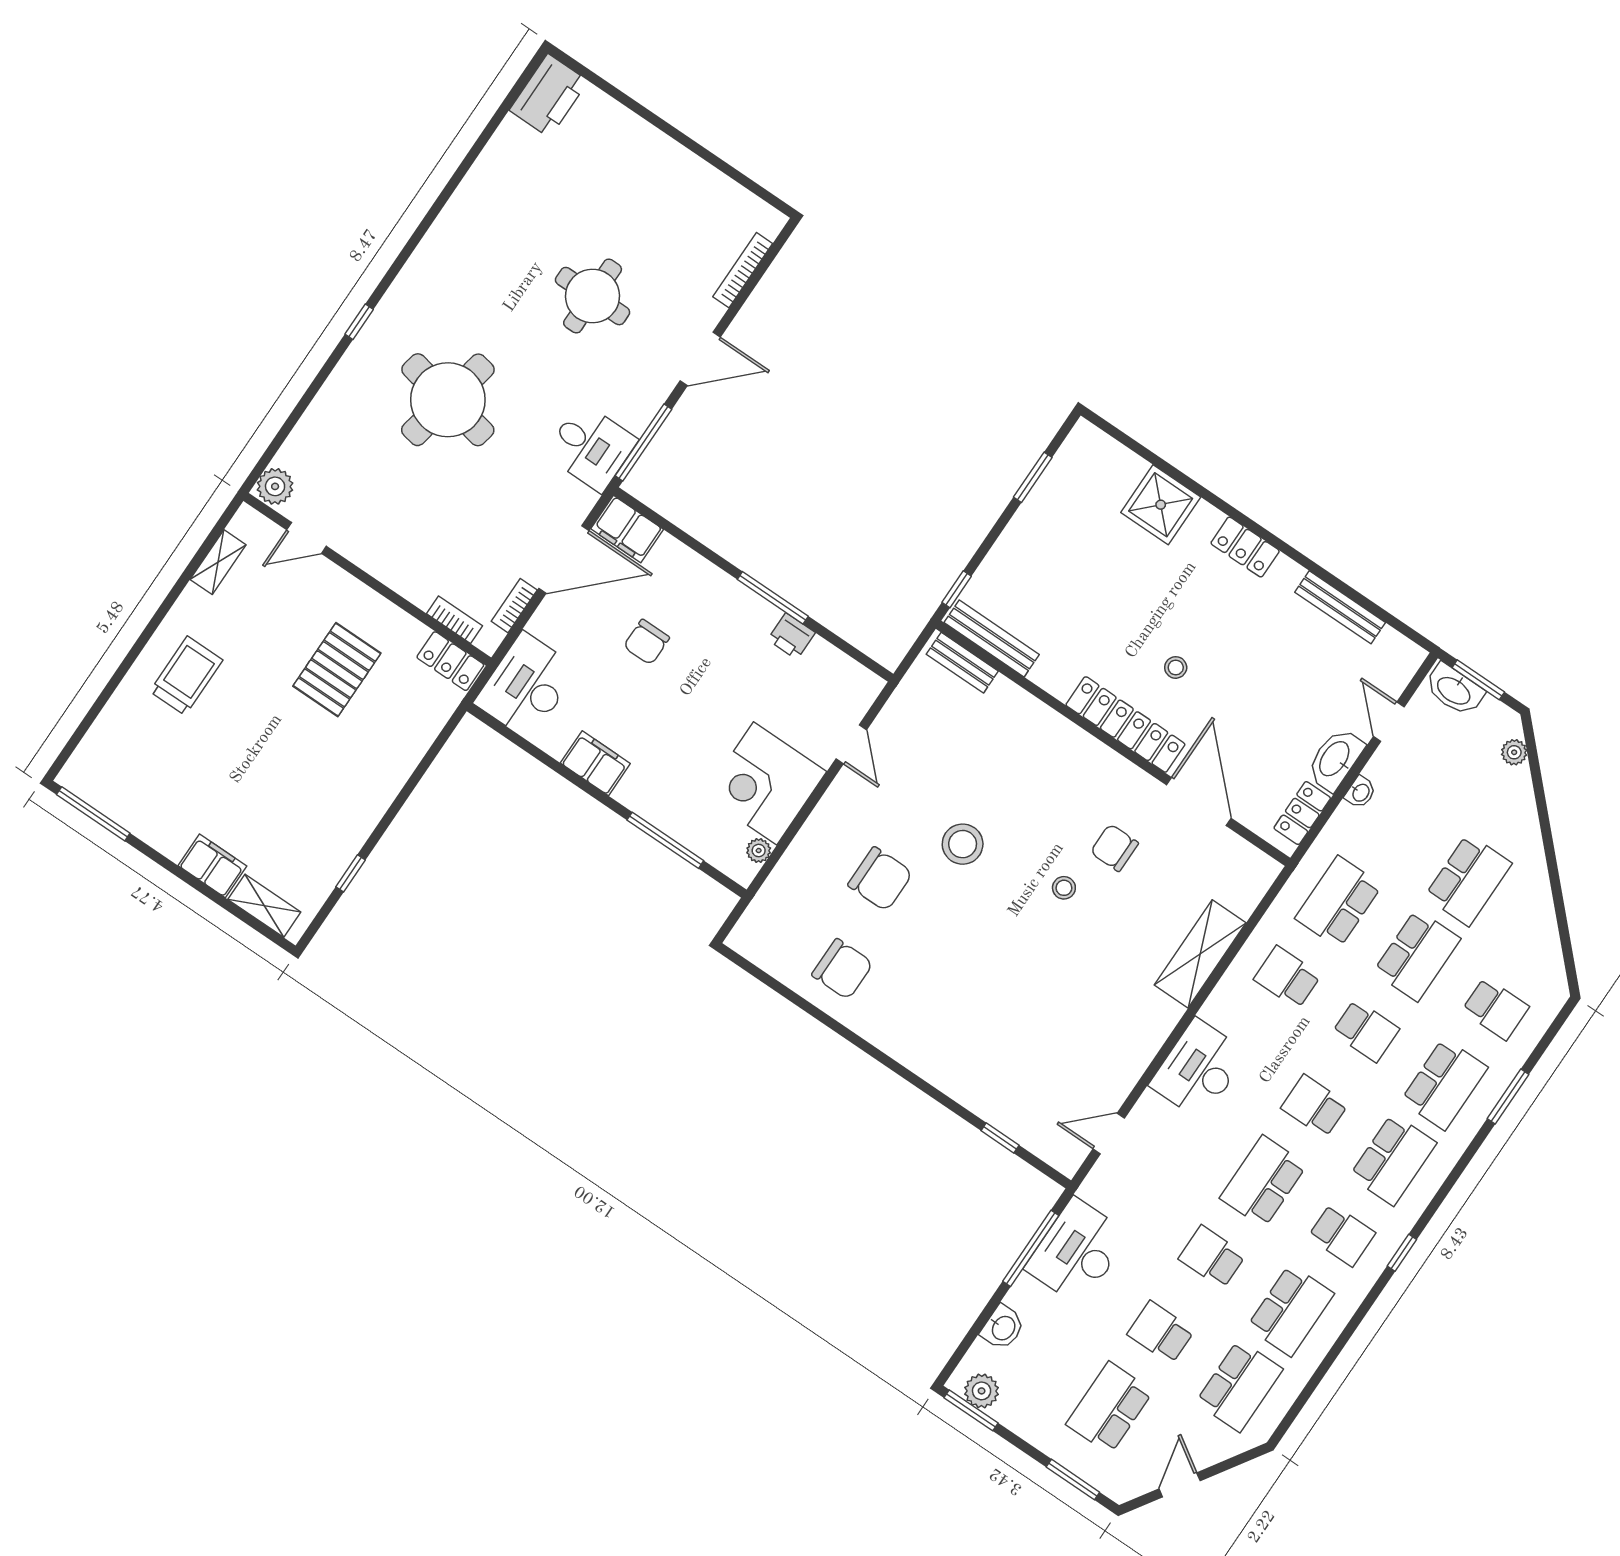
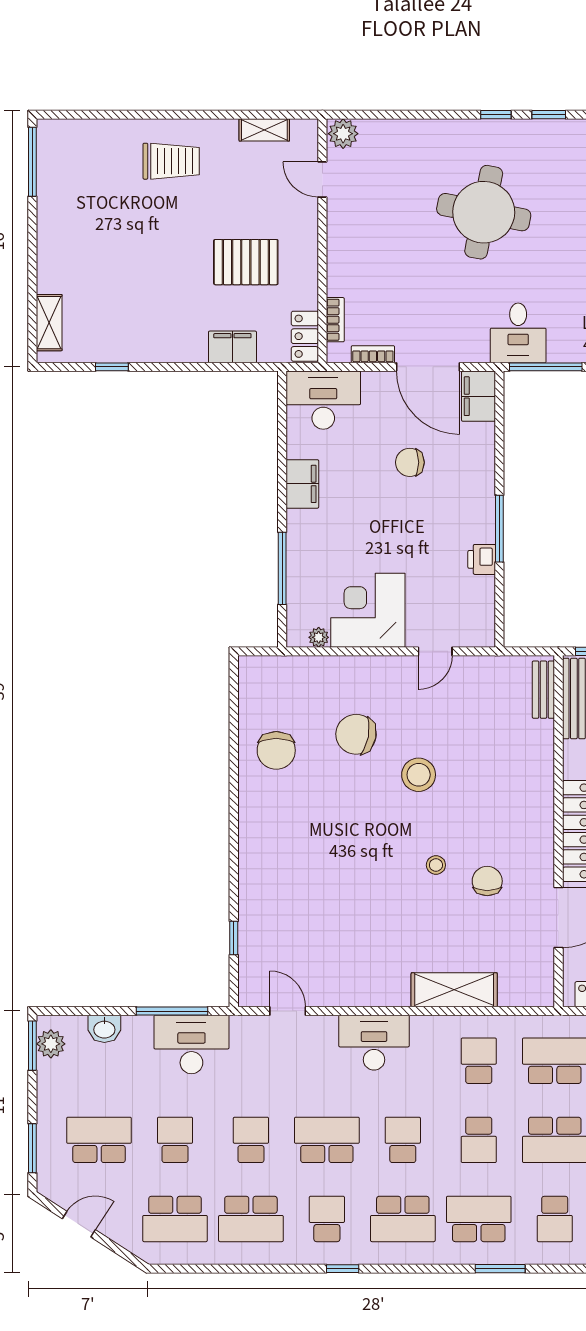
window: (395, 269) -> (549, 115), added
filing cabinet: (212, 866) -> (232, 347), moved, turned -90
chair: (880, 879) -> (356, 734), turned 101
school desk: (1444, 1084) -> (479, 1219), turned 180
school desk: (1342, 1235) -> (327, 1219), turned 180

